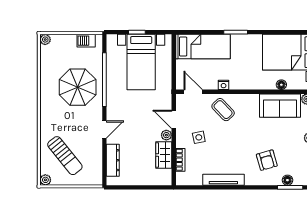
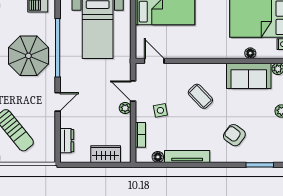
nightstand: (224, 85) -> (187, 53), removed
coffee table: (223, 110) -> (200, 96), moved
wardrobe: (164, 155) -> (106, 154), moved, turned 90
dresser: (113, 160) -> (67, 141), width x0.70
armchair: (267, 160) -> (234, 135), turned 142
floor lamp: (287, 180) -> (158, 157), moved

